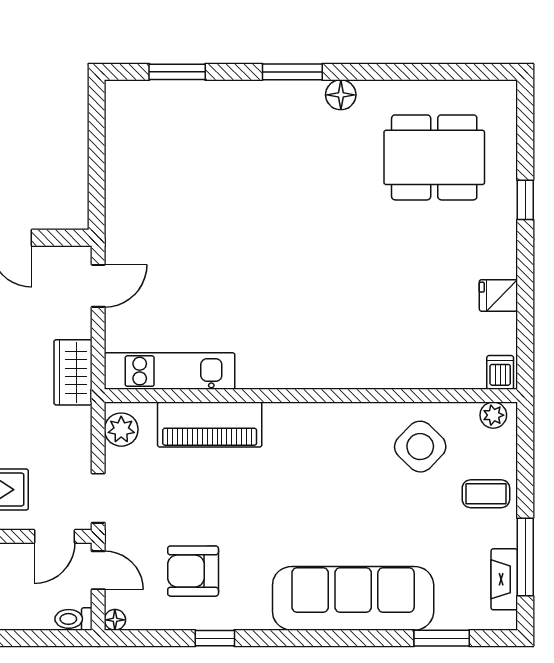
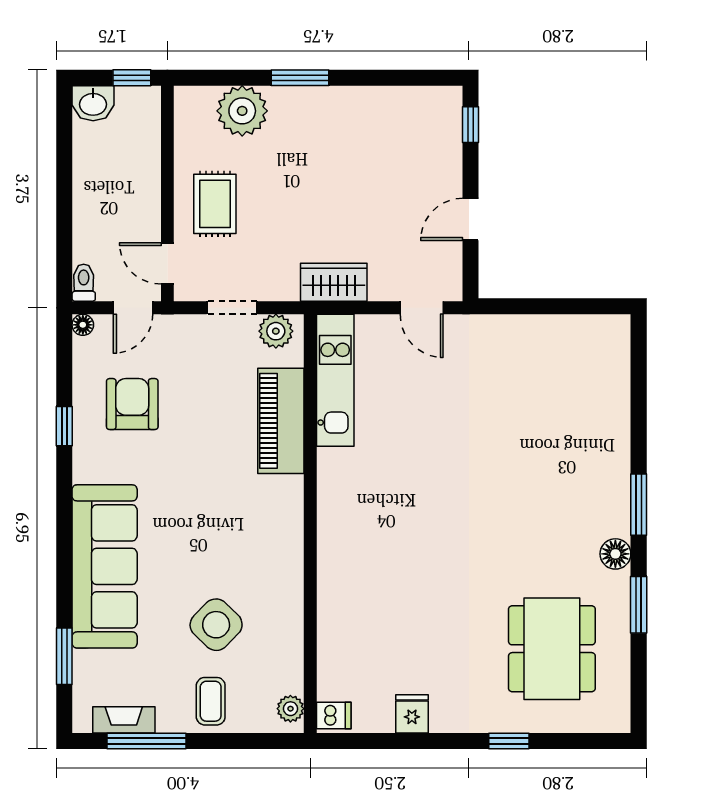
window: (177, 72) -> (639, 605), moved
side table: (420, 447) -> (216, 625), moved
doorway: (98, 498) -> (232, 308), moved

